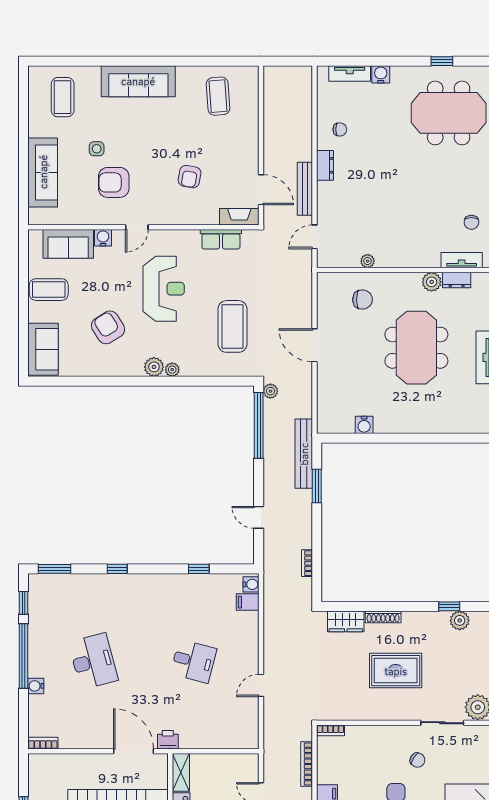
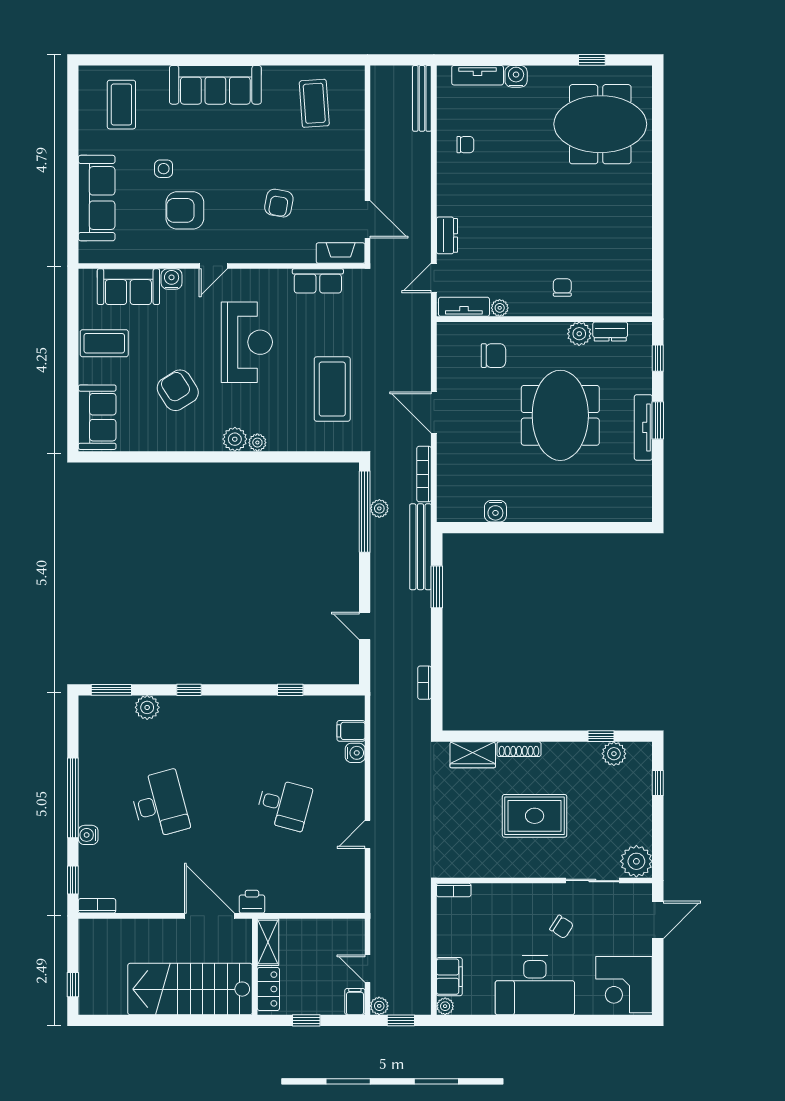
dresser: (325, 165) -> (447, 235), moved
bench: (305, 189) -> (422, 98), moved
chair: (471, 222) -> (562, 287), moved, turned 180
tv unit: (462, 260) -> (464, 307), moved
plant: (270, 391) -> (379, 508), moved
plant: (83, 583) -> (147, 707), added
water cooler: (251, 584) -> (355, 753), moved
window: (23, 603) -> (73, 880), moved
bookcase: (307, 764) -> (424, 474), moved

